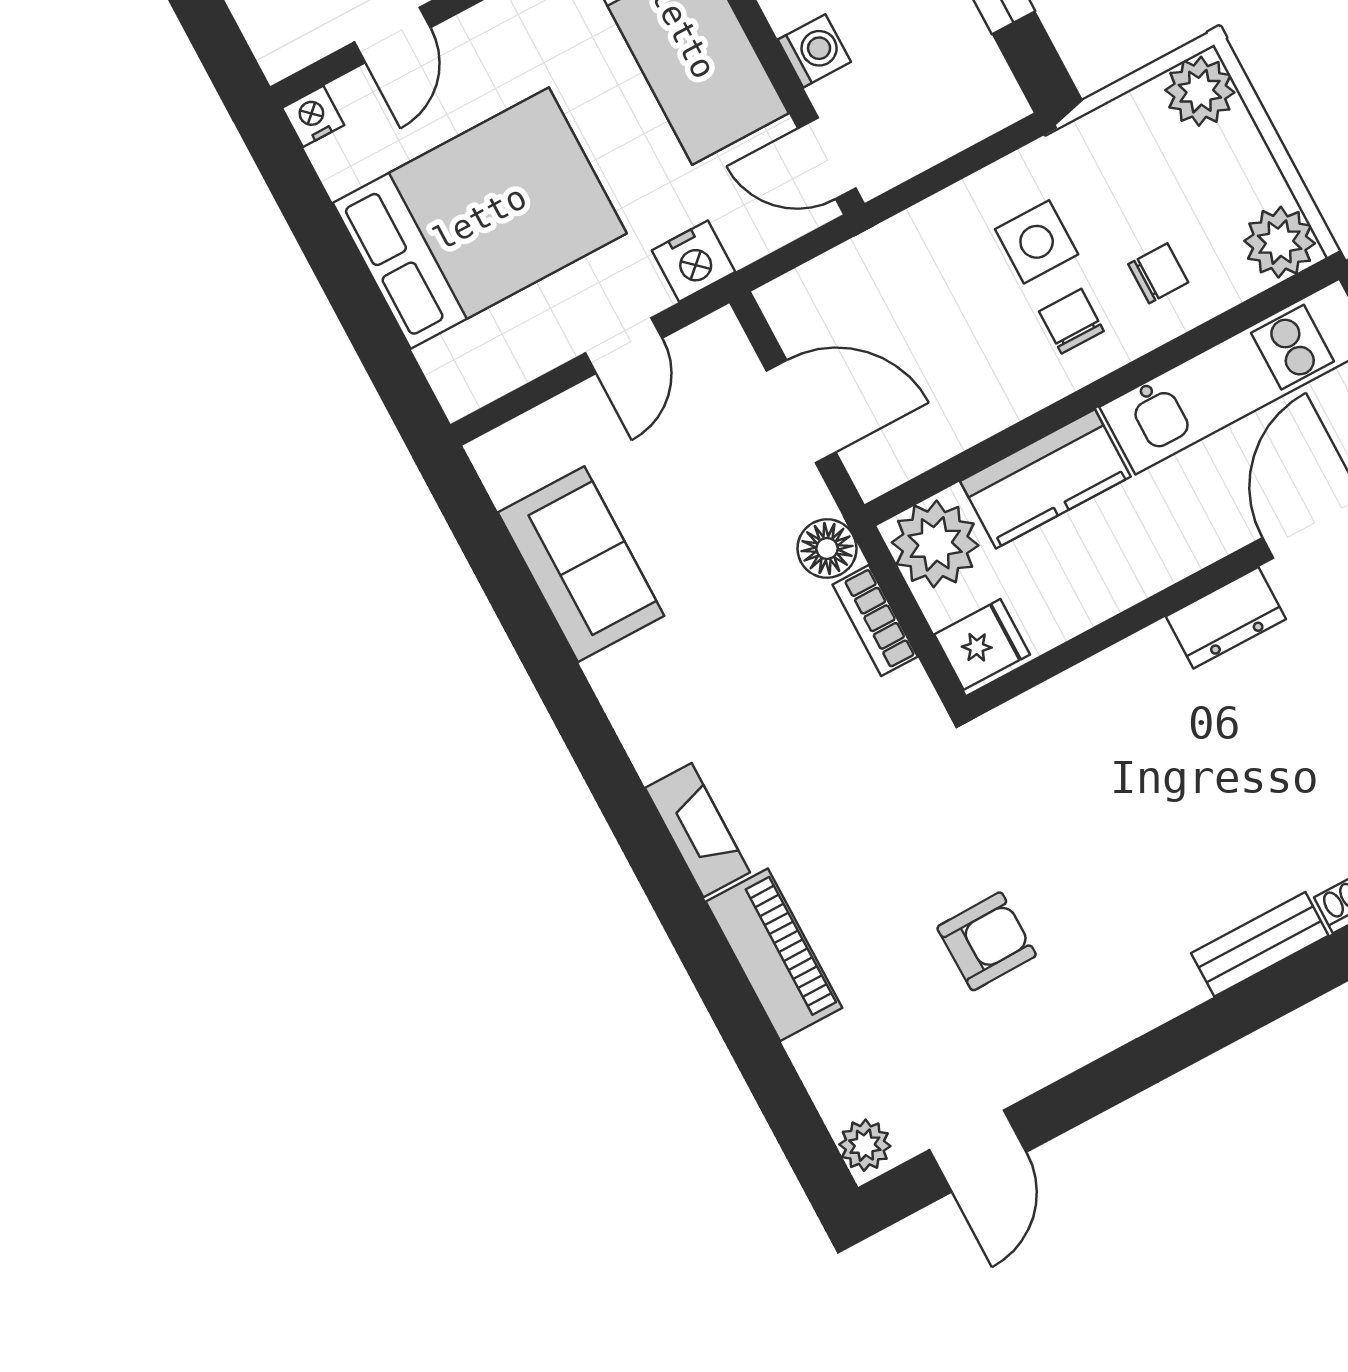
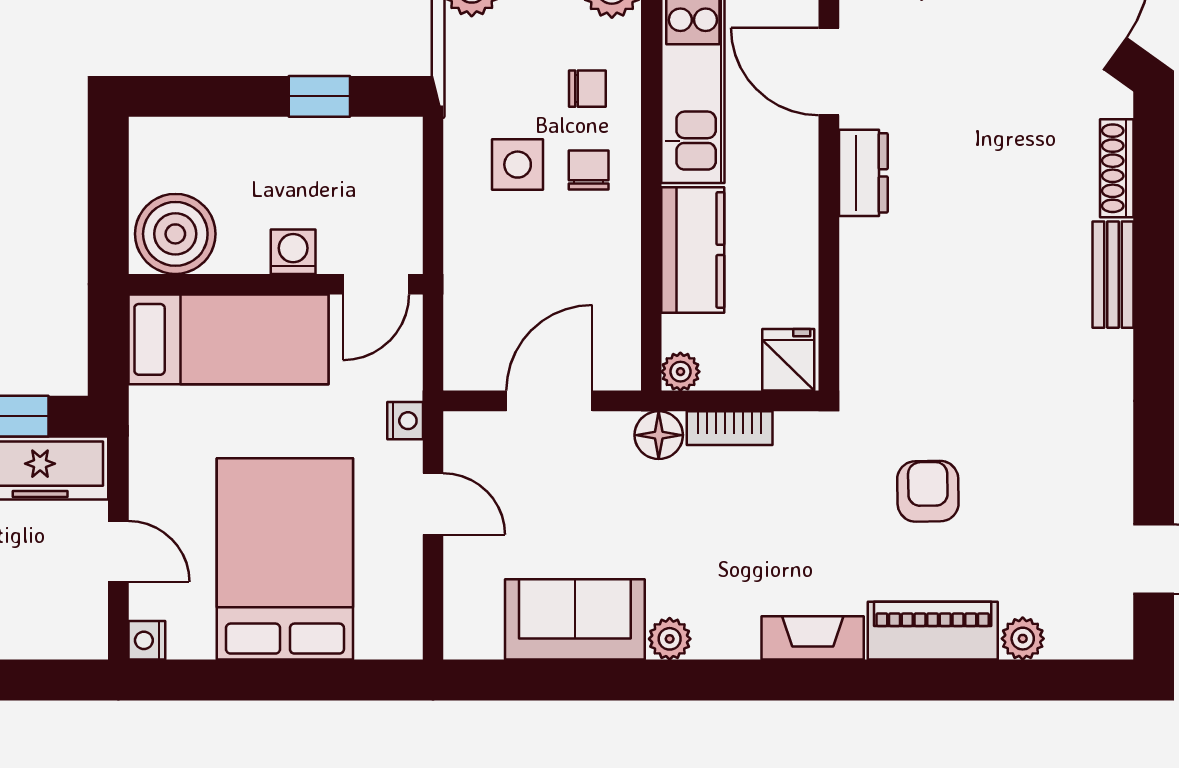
nightstand: (693, 261) -> (405, 421), width x0.72, depth x0.74
chair: (1158, 273) -> (587, 89), turned 90
chair: (1071, 321) -> (589, 170), turned 90
plant: (935, 544) -> (680, 372), width x0.53, depth x0.53
plant: (614, 677) -> (670, 639), added
armchair: (987, 941) -> (928, 491), moved
plant: (865, 1145) -> (1023, 639), moved

